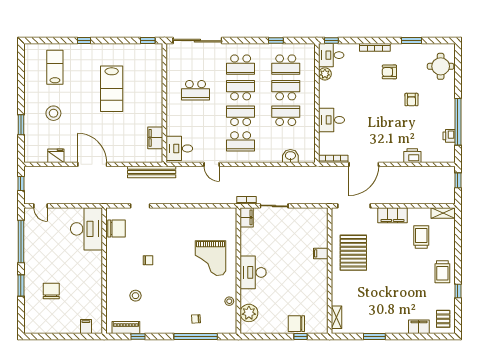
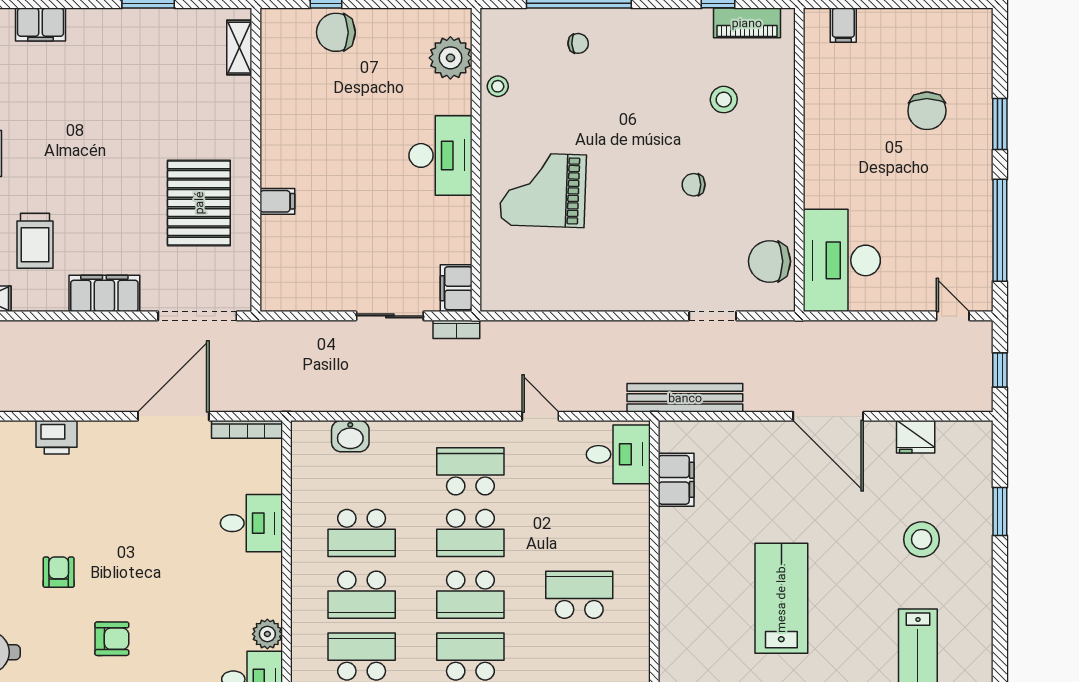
grand piano: (211, 258) -> (543, 190), turned -88
chair: (296, 324) -> (336, 32), turned 180

